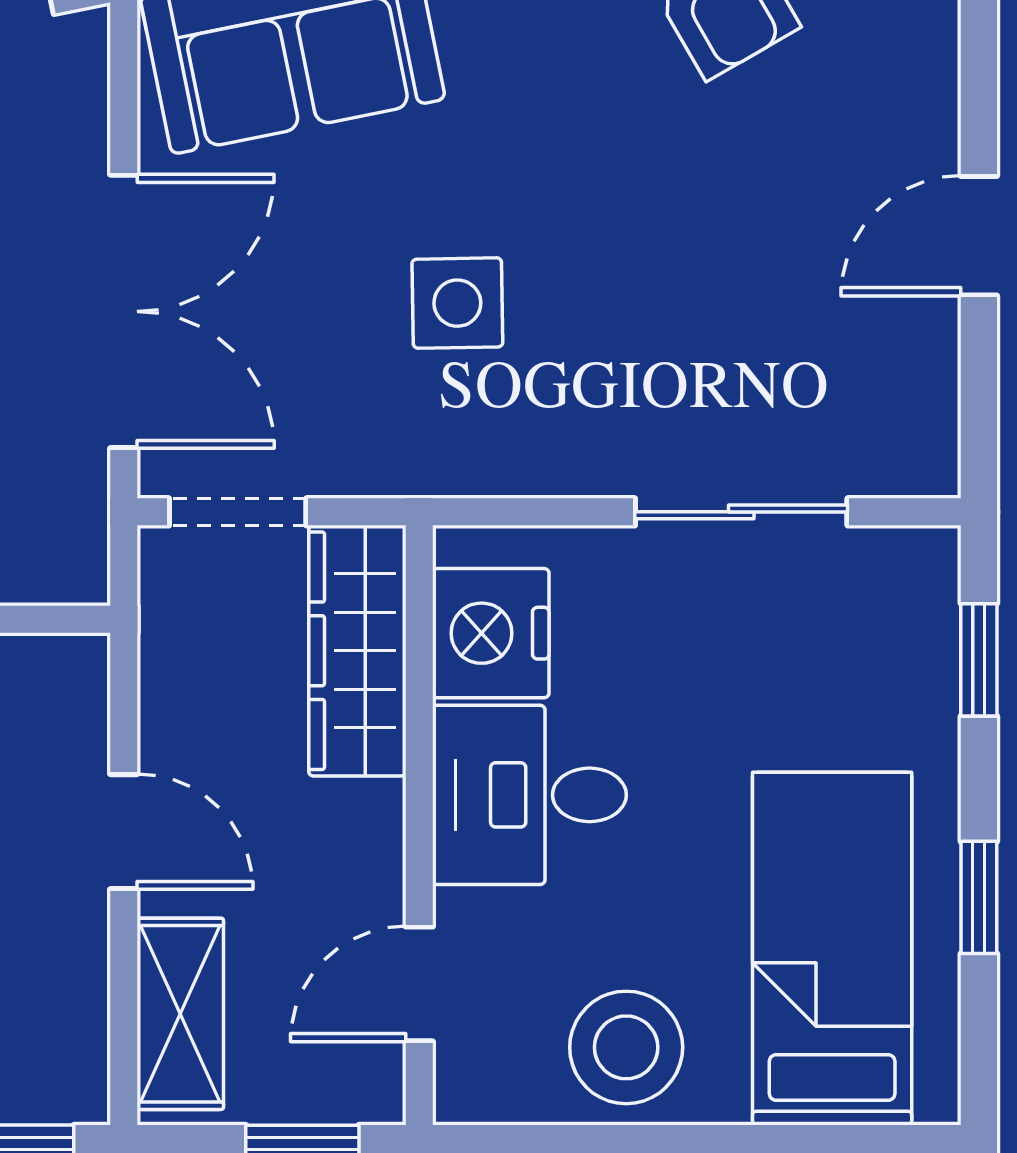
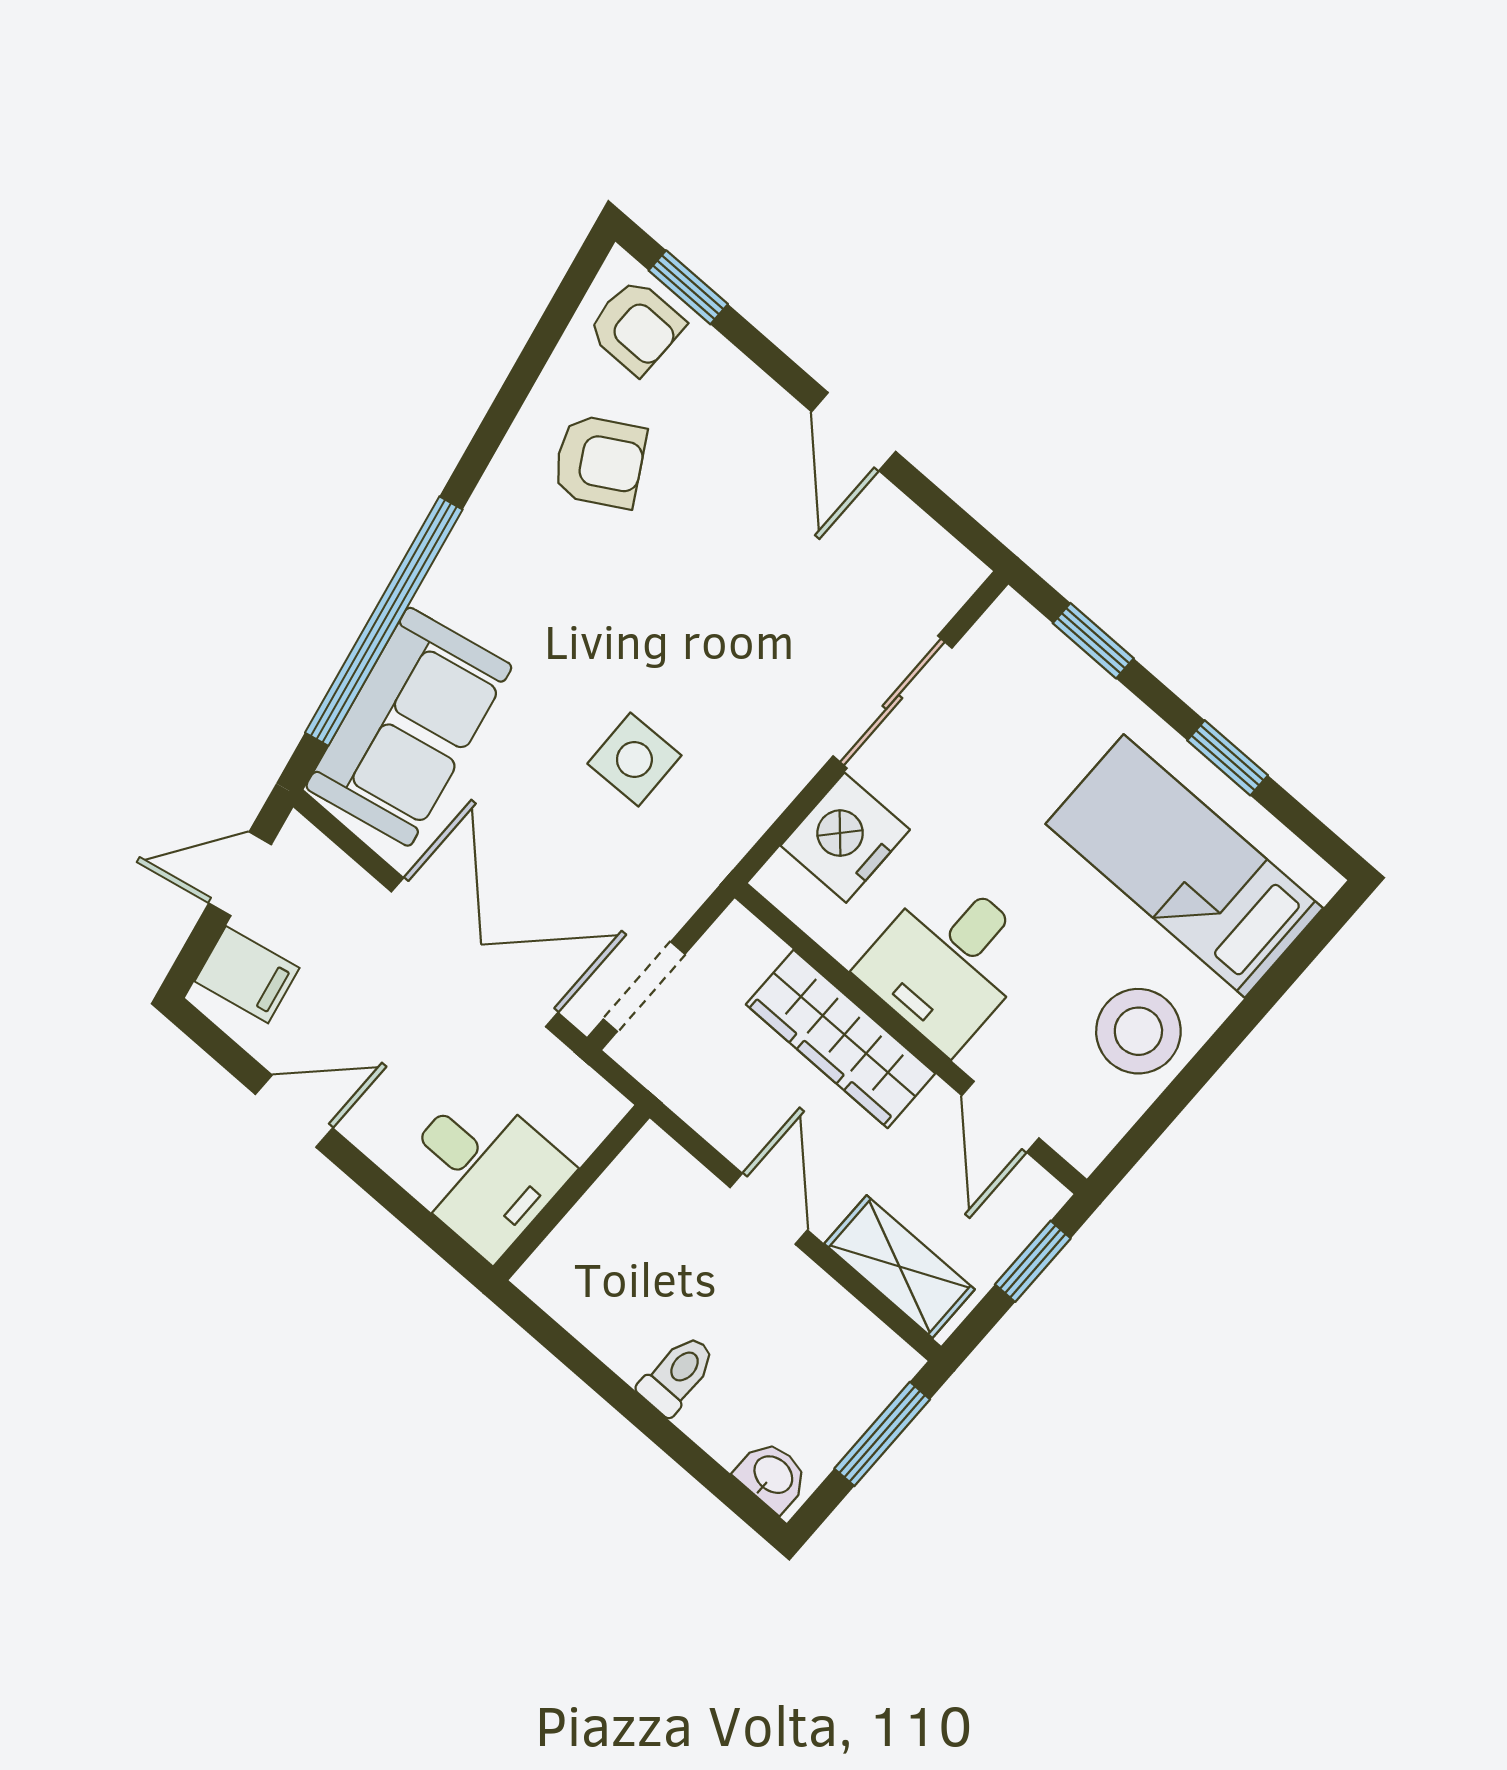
nightstand: (491, 633) -> (845, 838), moved, turned 90
wardrobe: (357, 651) -> (841, 1039), moved
door: (124, 832) -> (769, 1209), hinge flipped

